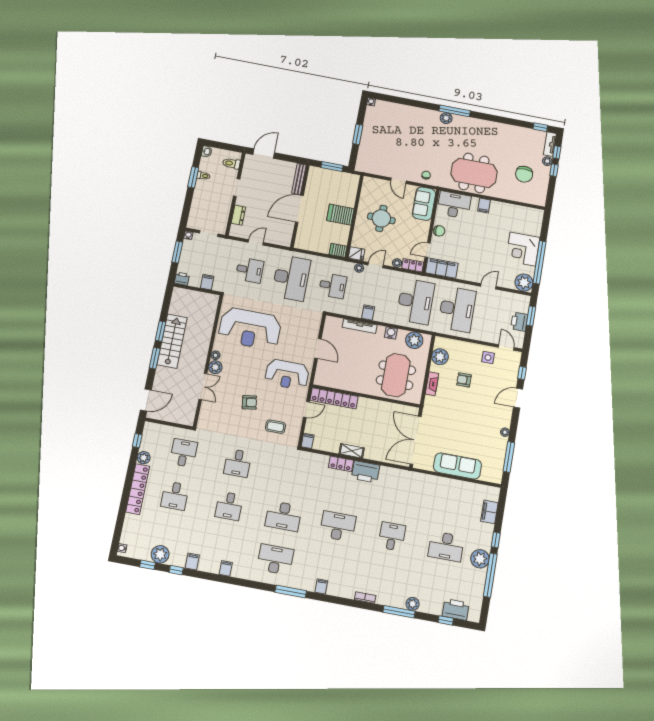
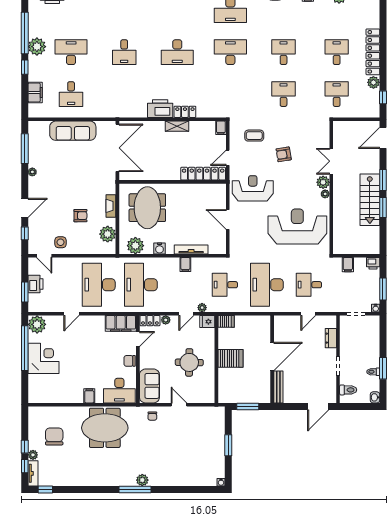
desk: (184, 453) -> (337, 94), turned 180
desk: (453, 503) -> (71, 94), added

